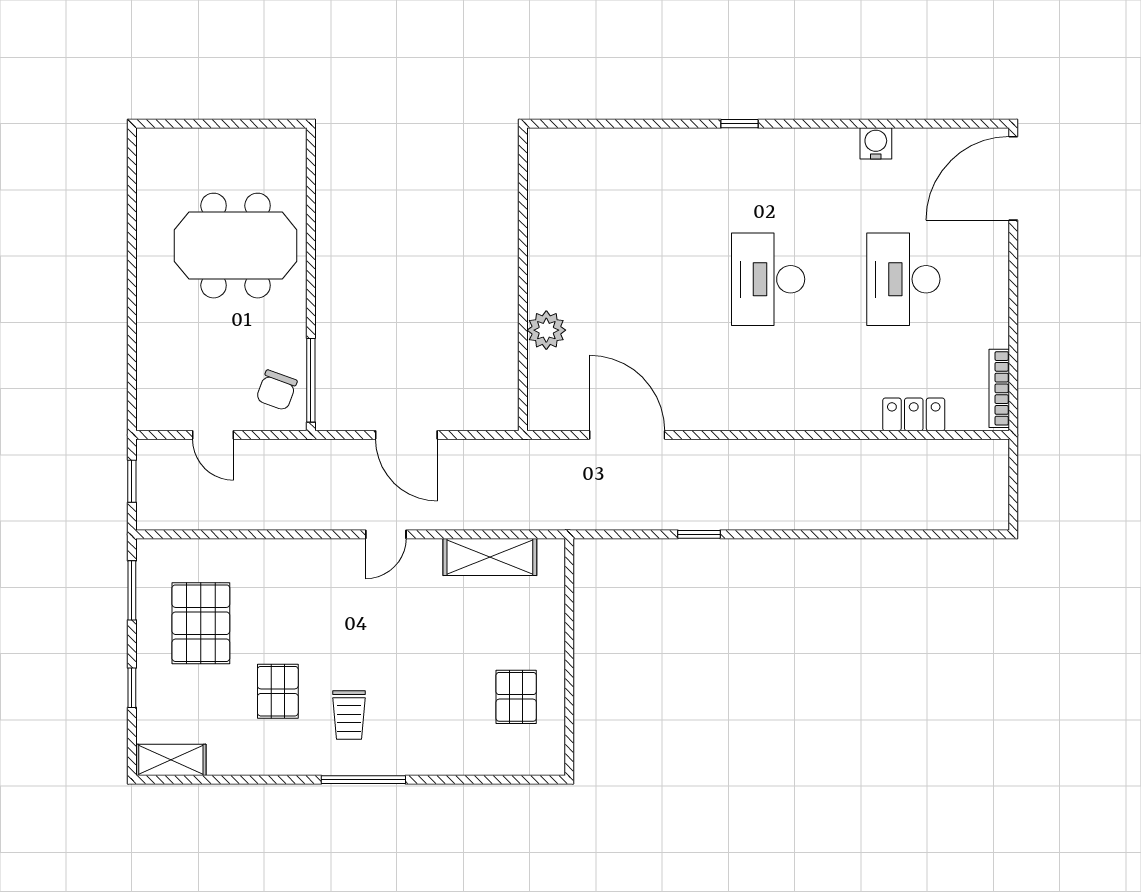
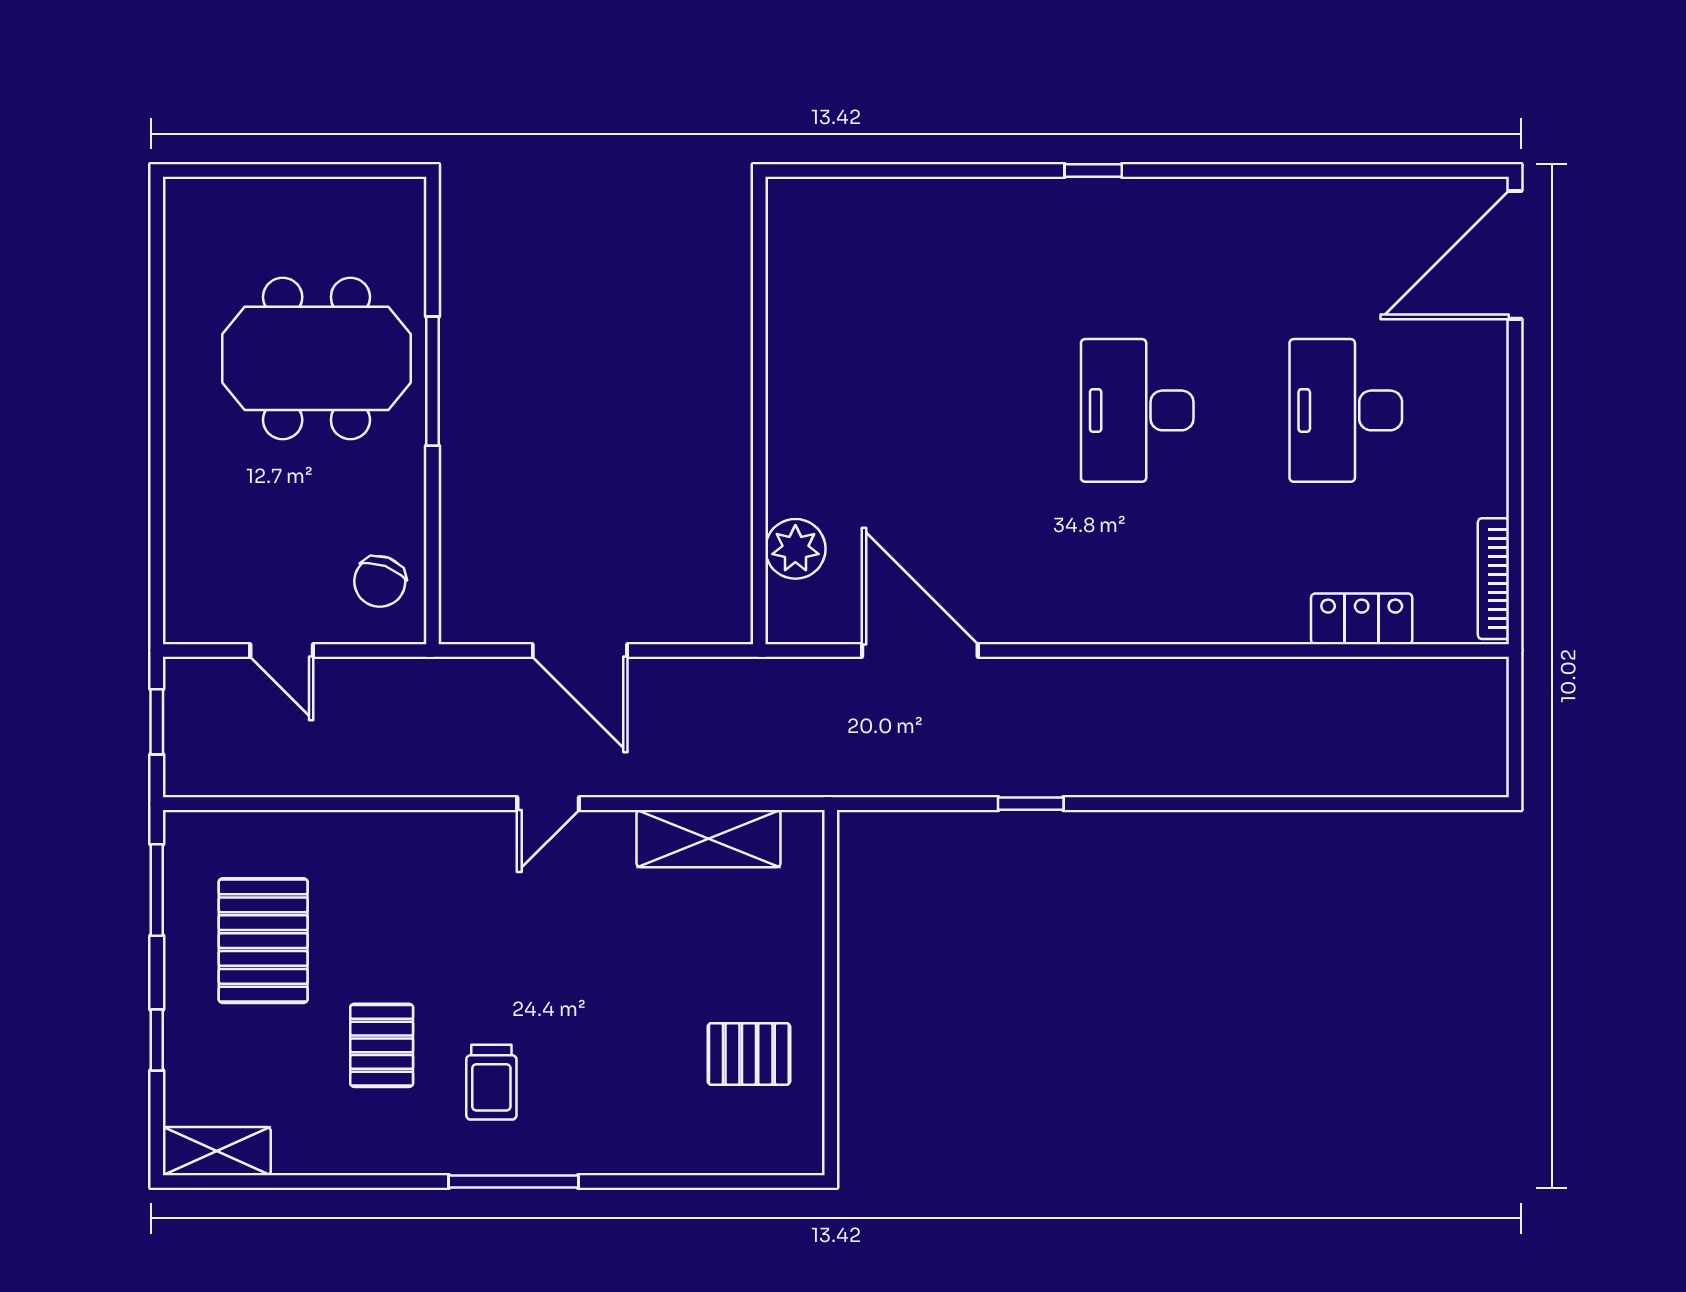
water cooler: (876, 143) -> (1303, 201), removed
plant: (546, 330) -> (795, 549), moved
window: (311, 380) -> (433, 381), moved
pallet: (516, 697) -> (749, 1054), turned 90

